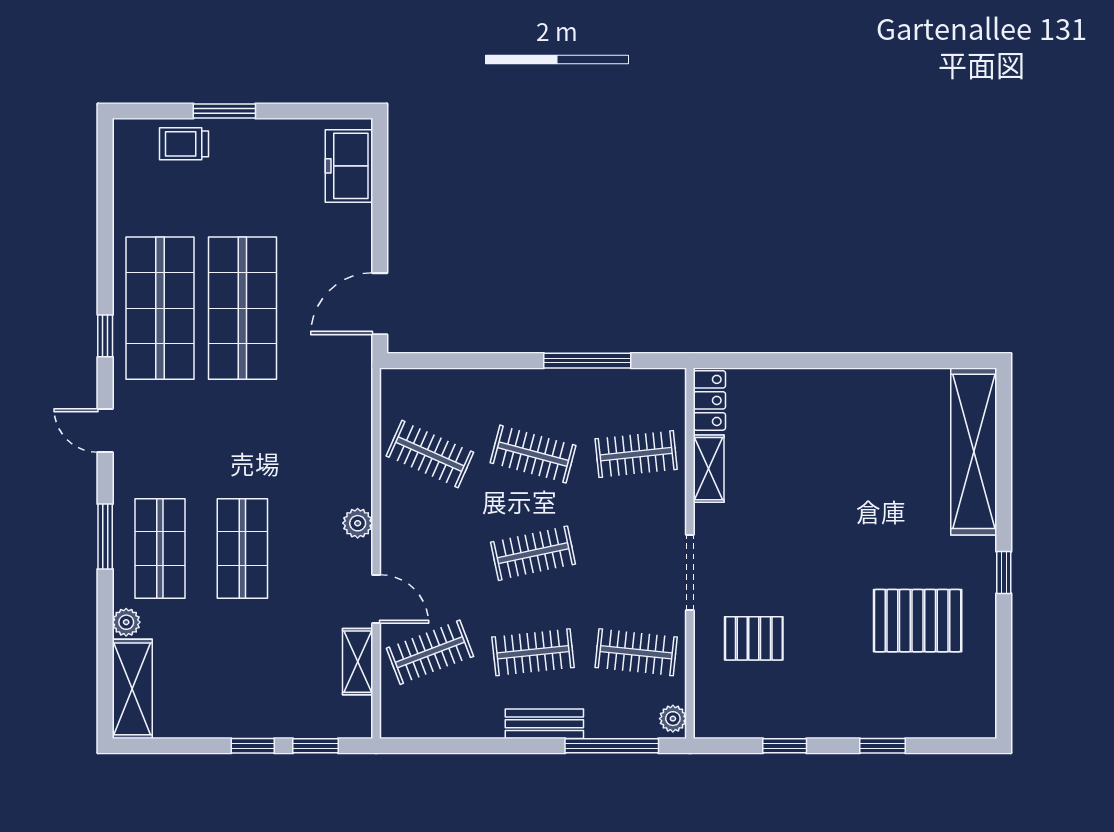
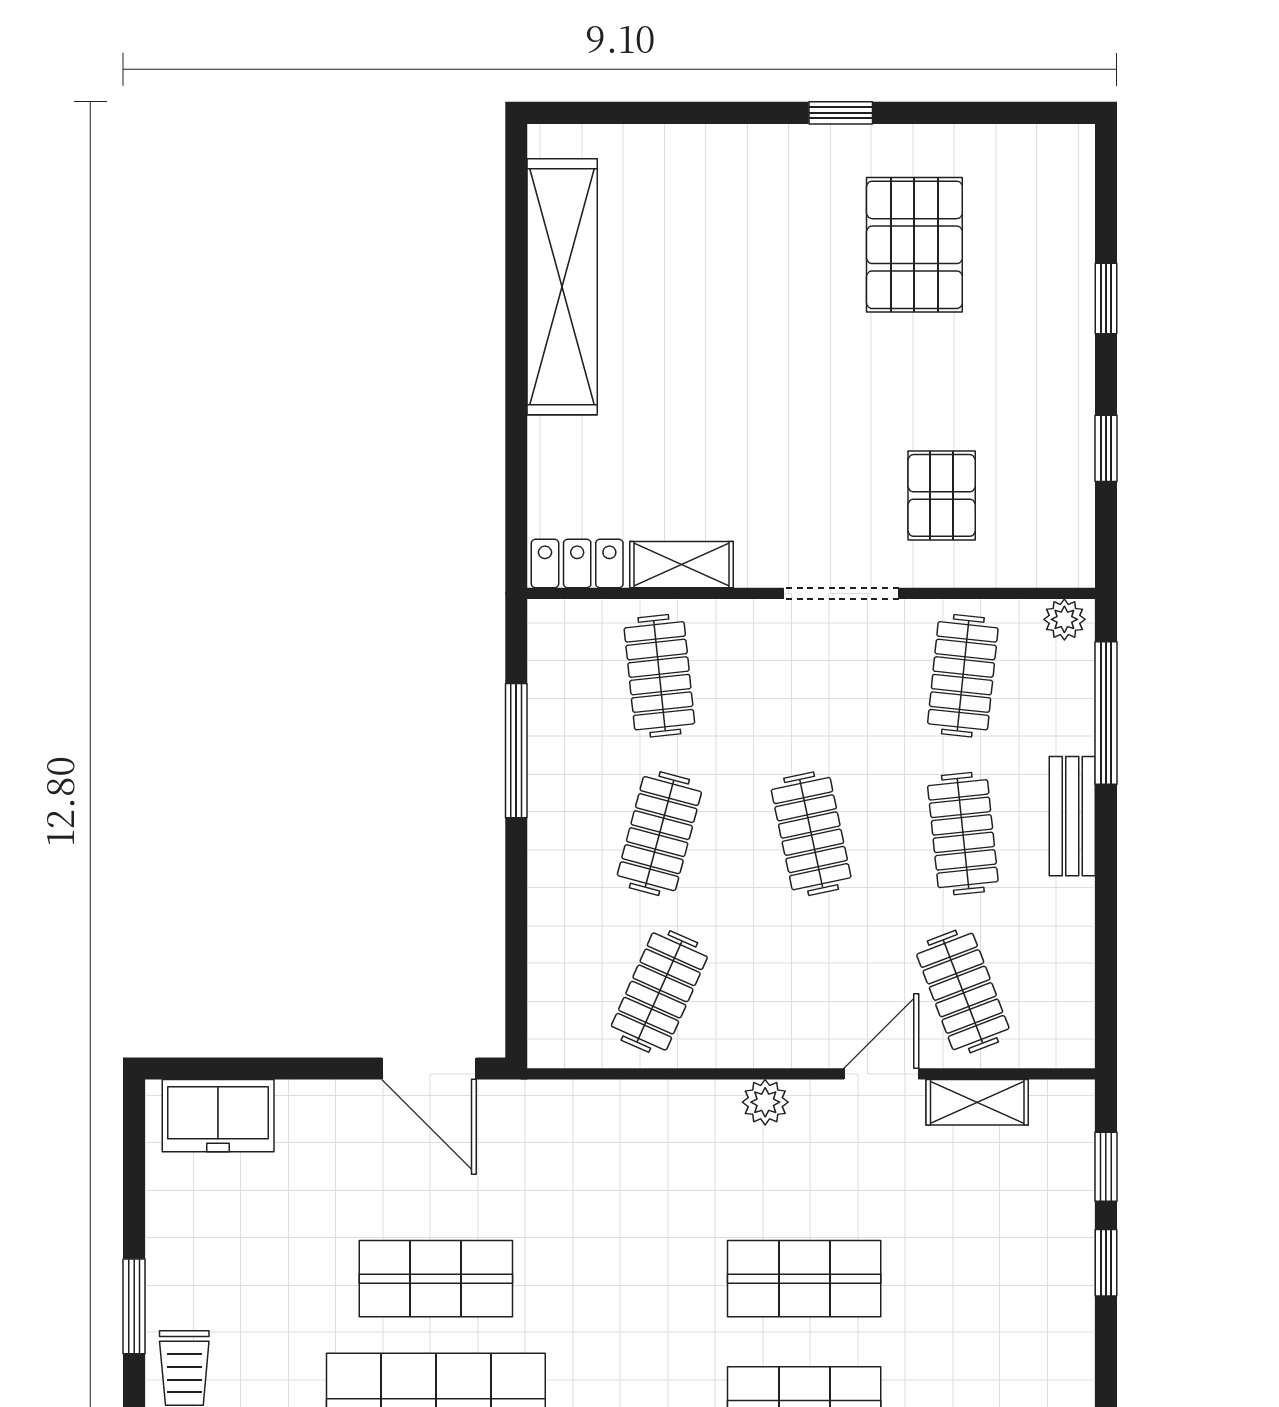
shop shelf: (242, 308) -> (436, 1279), width x0.70, depth x0.74
shelving: (974, 451) -> (562, 287), moved, turned 90

